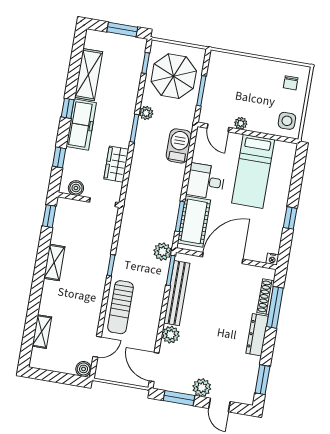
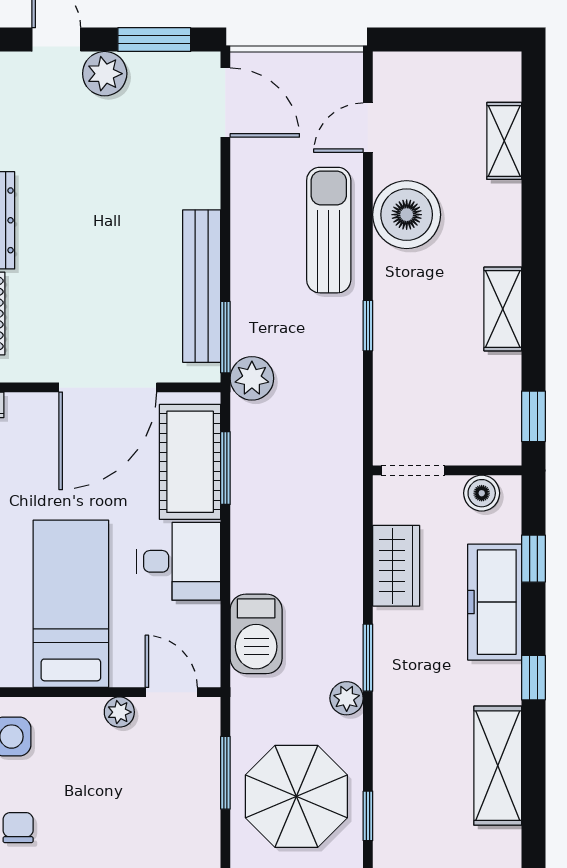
freezer: (81, 125) -> (495, 602), moved
plant: (171, 335) -> (200, 186), removed
boiler: (84, 369) -> (407, 215), moved, width x1.86, depth x1.86

